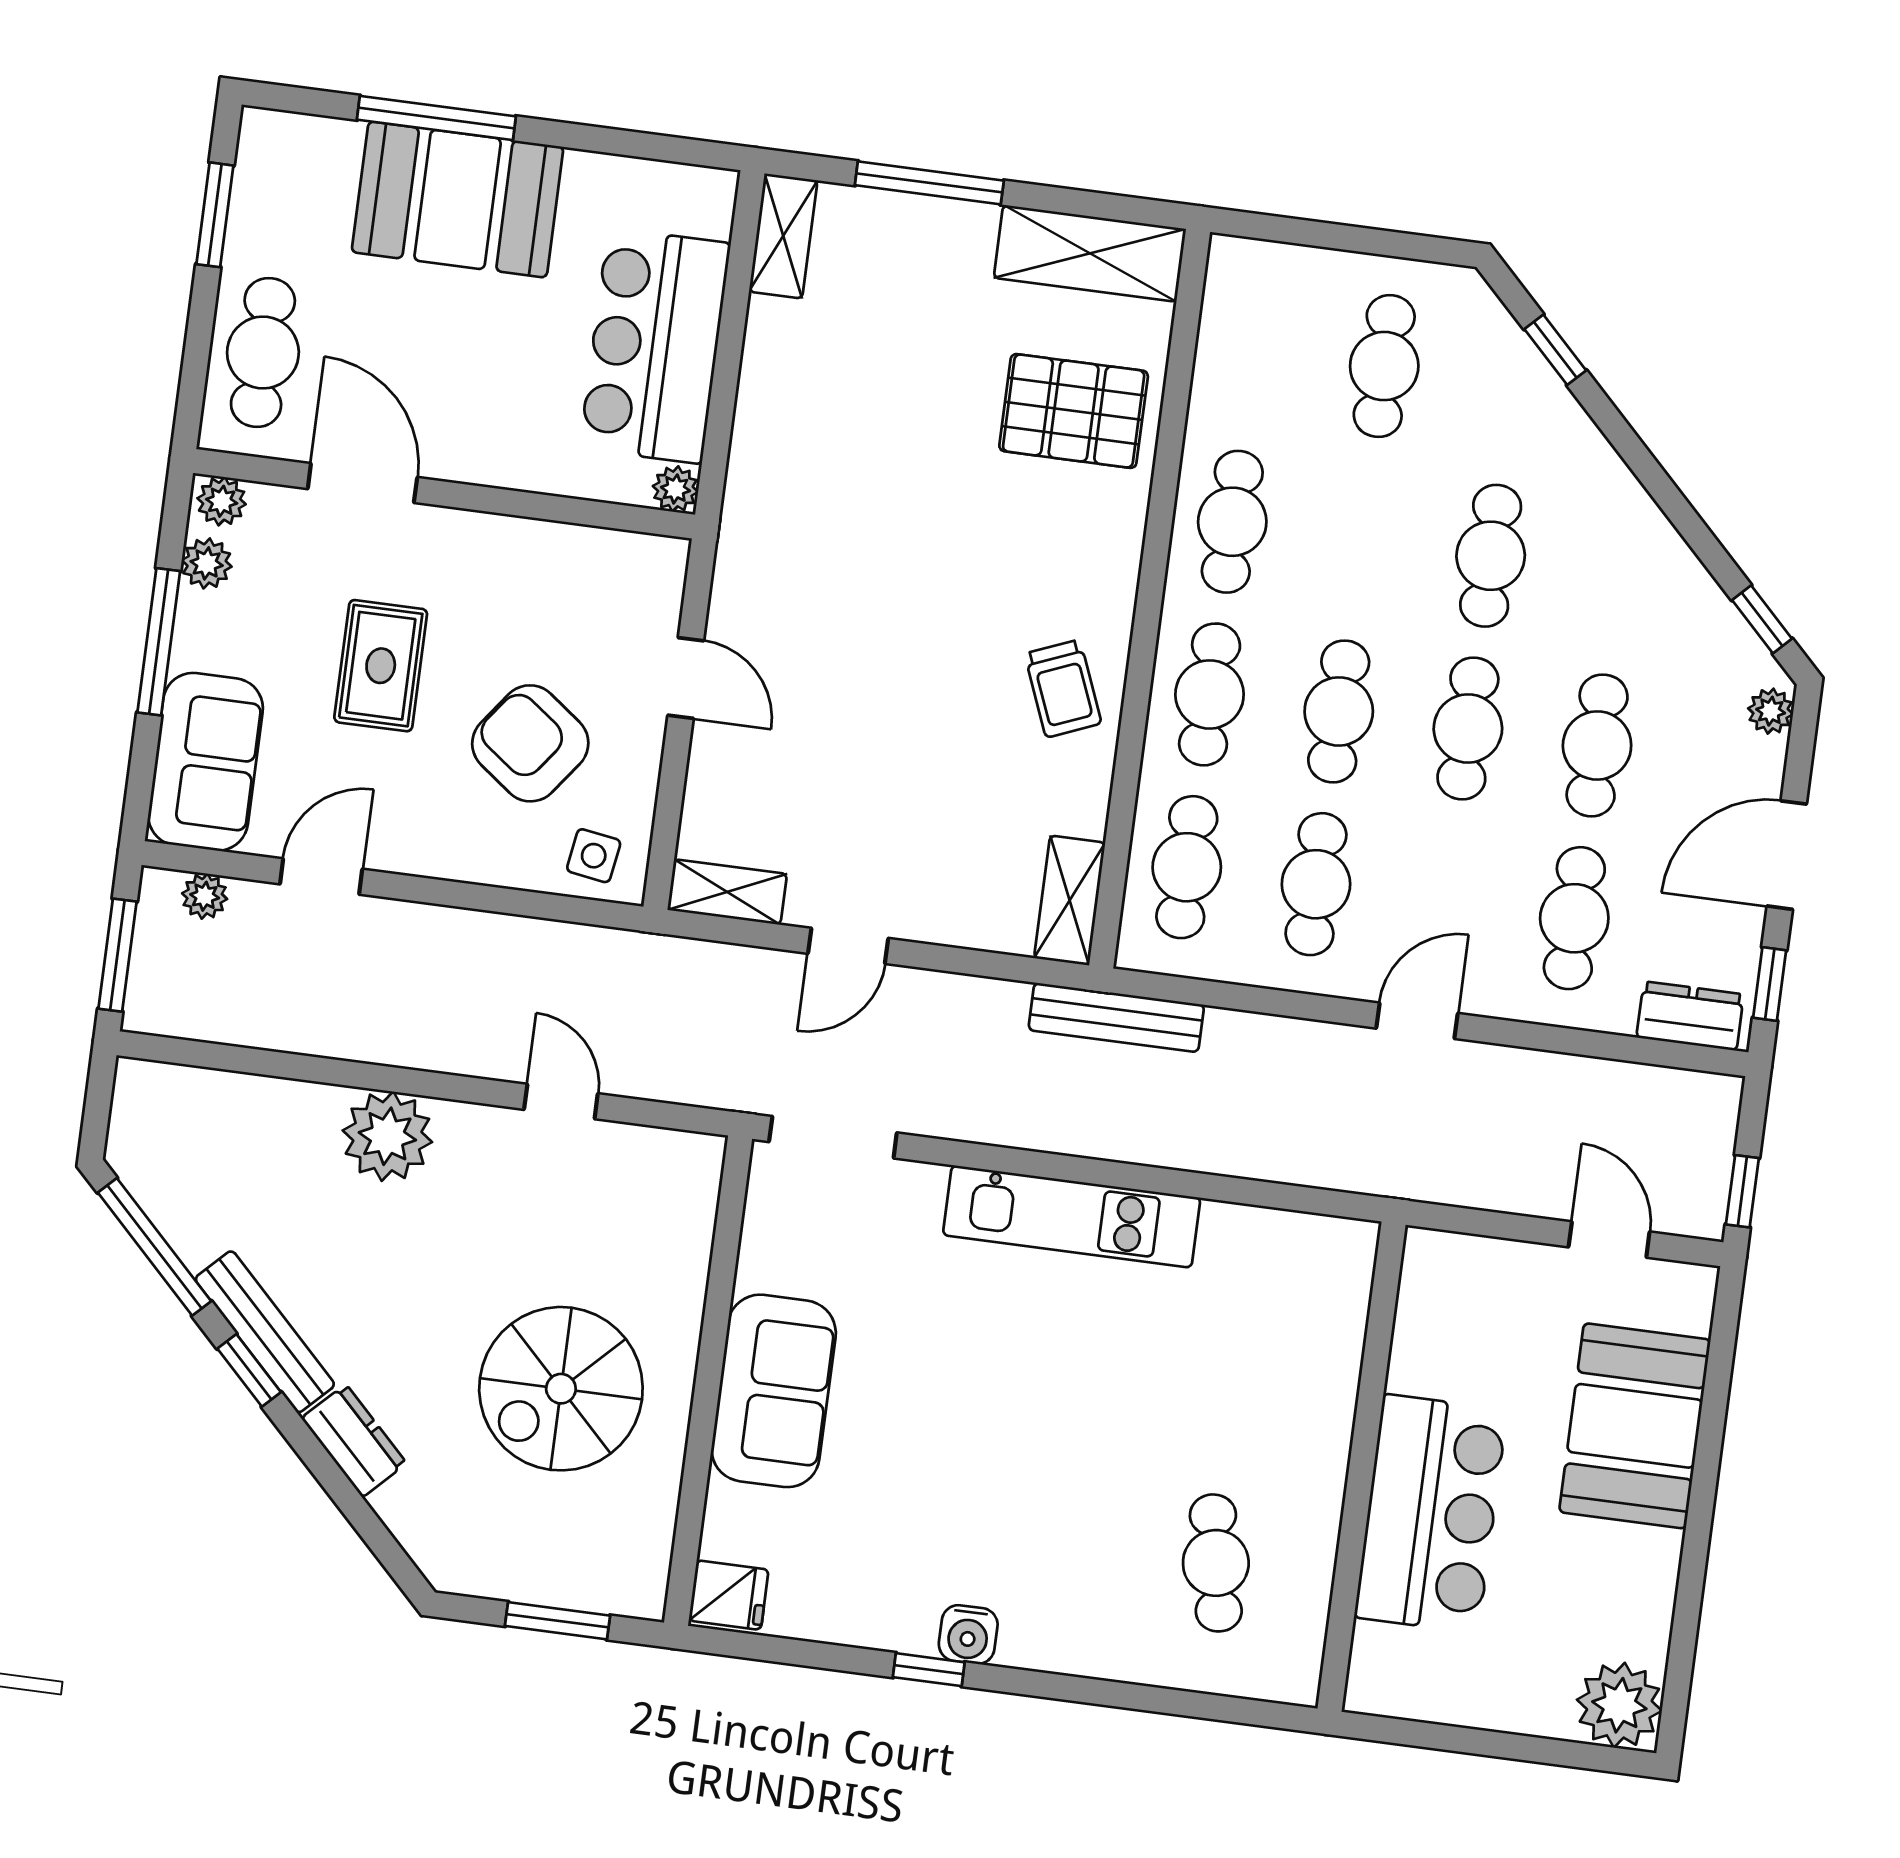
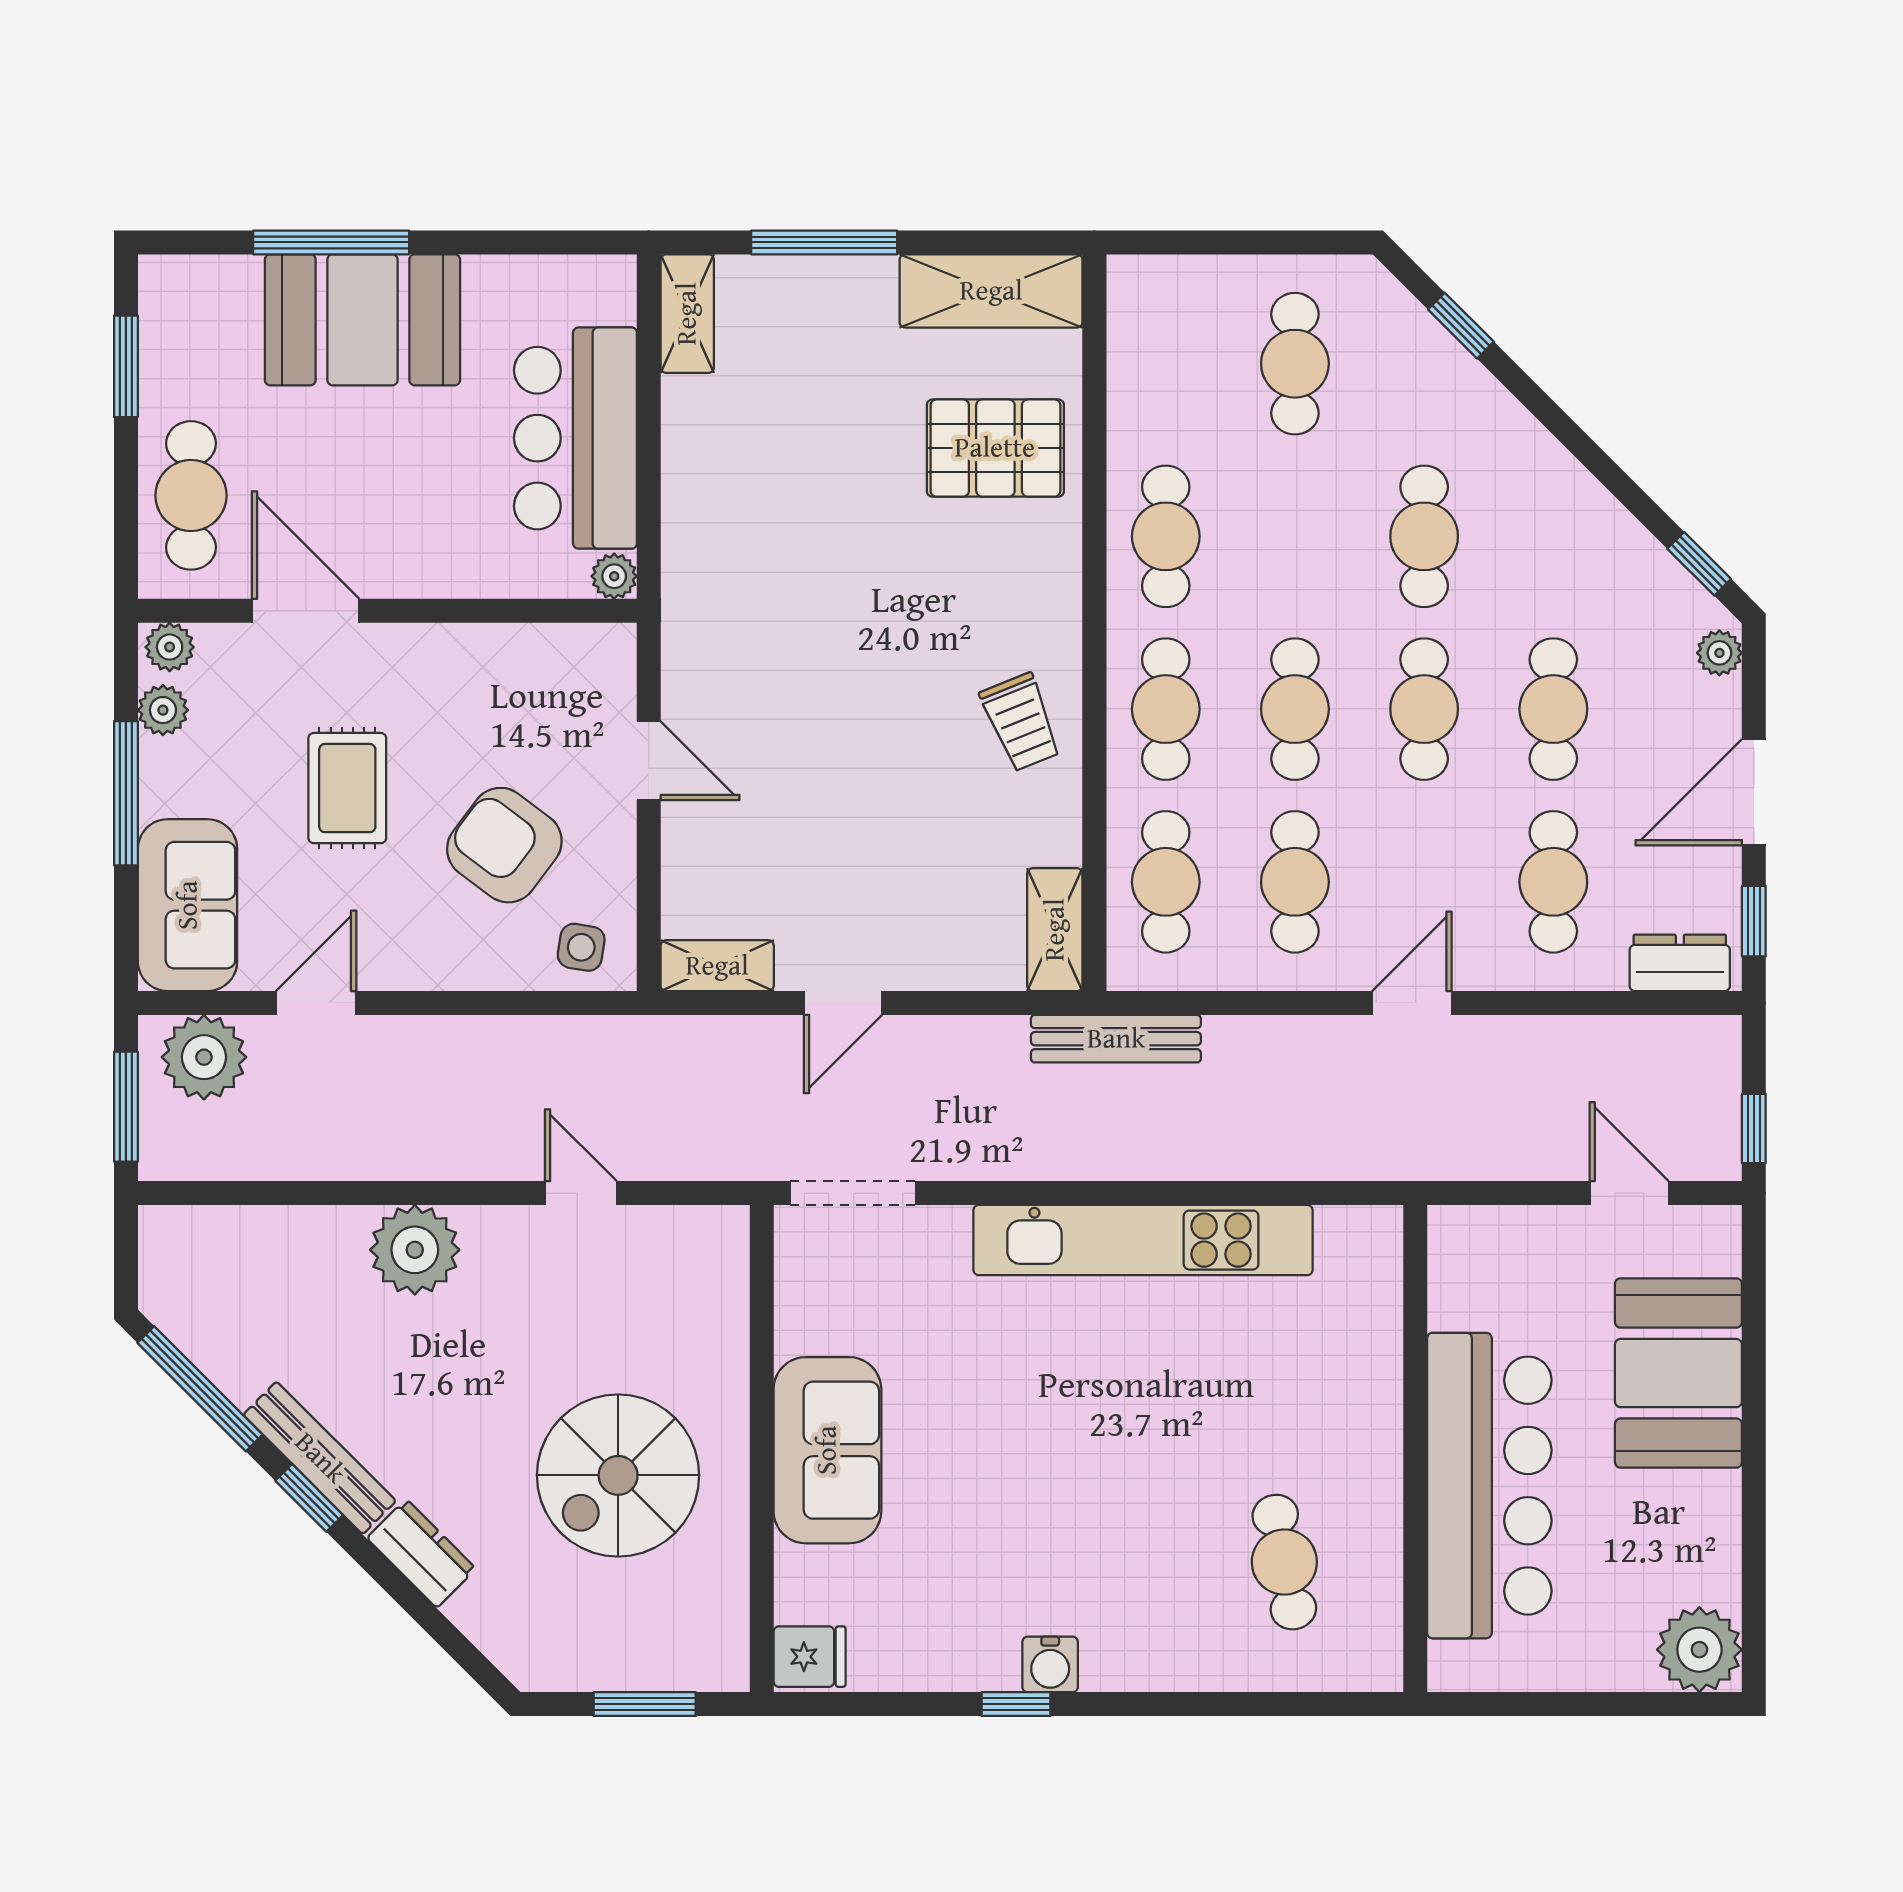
plant: (205, 896) -> (204, 1057), width x1.88, depth x1.88
kitchen unit: (1072, 1216) -> (1143, 1240), width x1.36
bar counter: (1431, 1513) -> (1489, 1486), width x1.36

